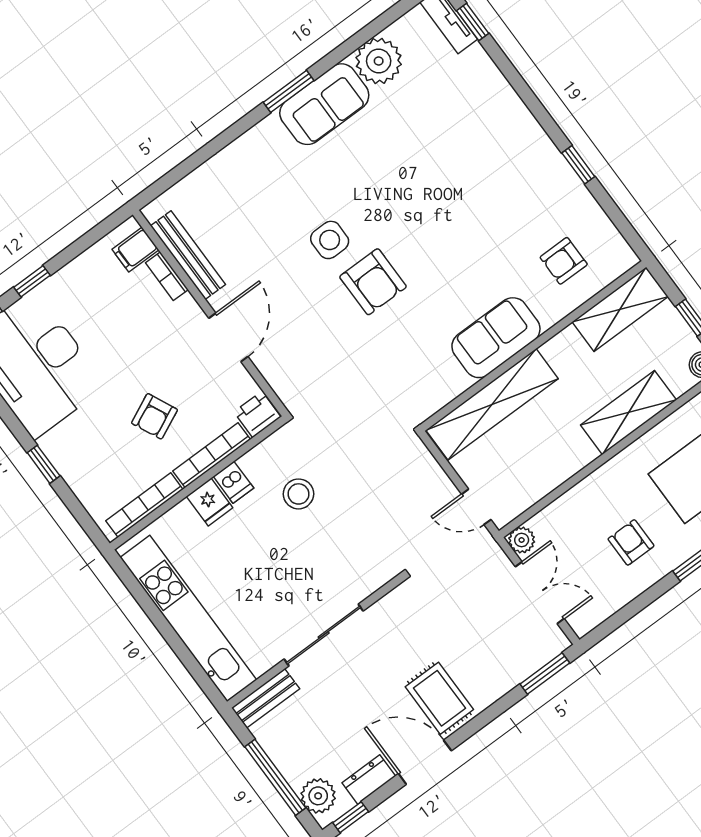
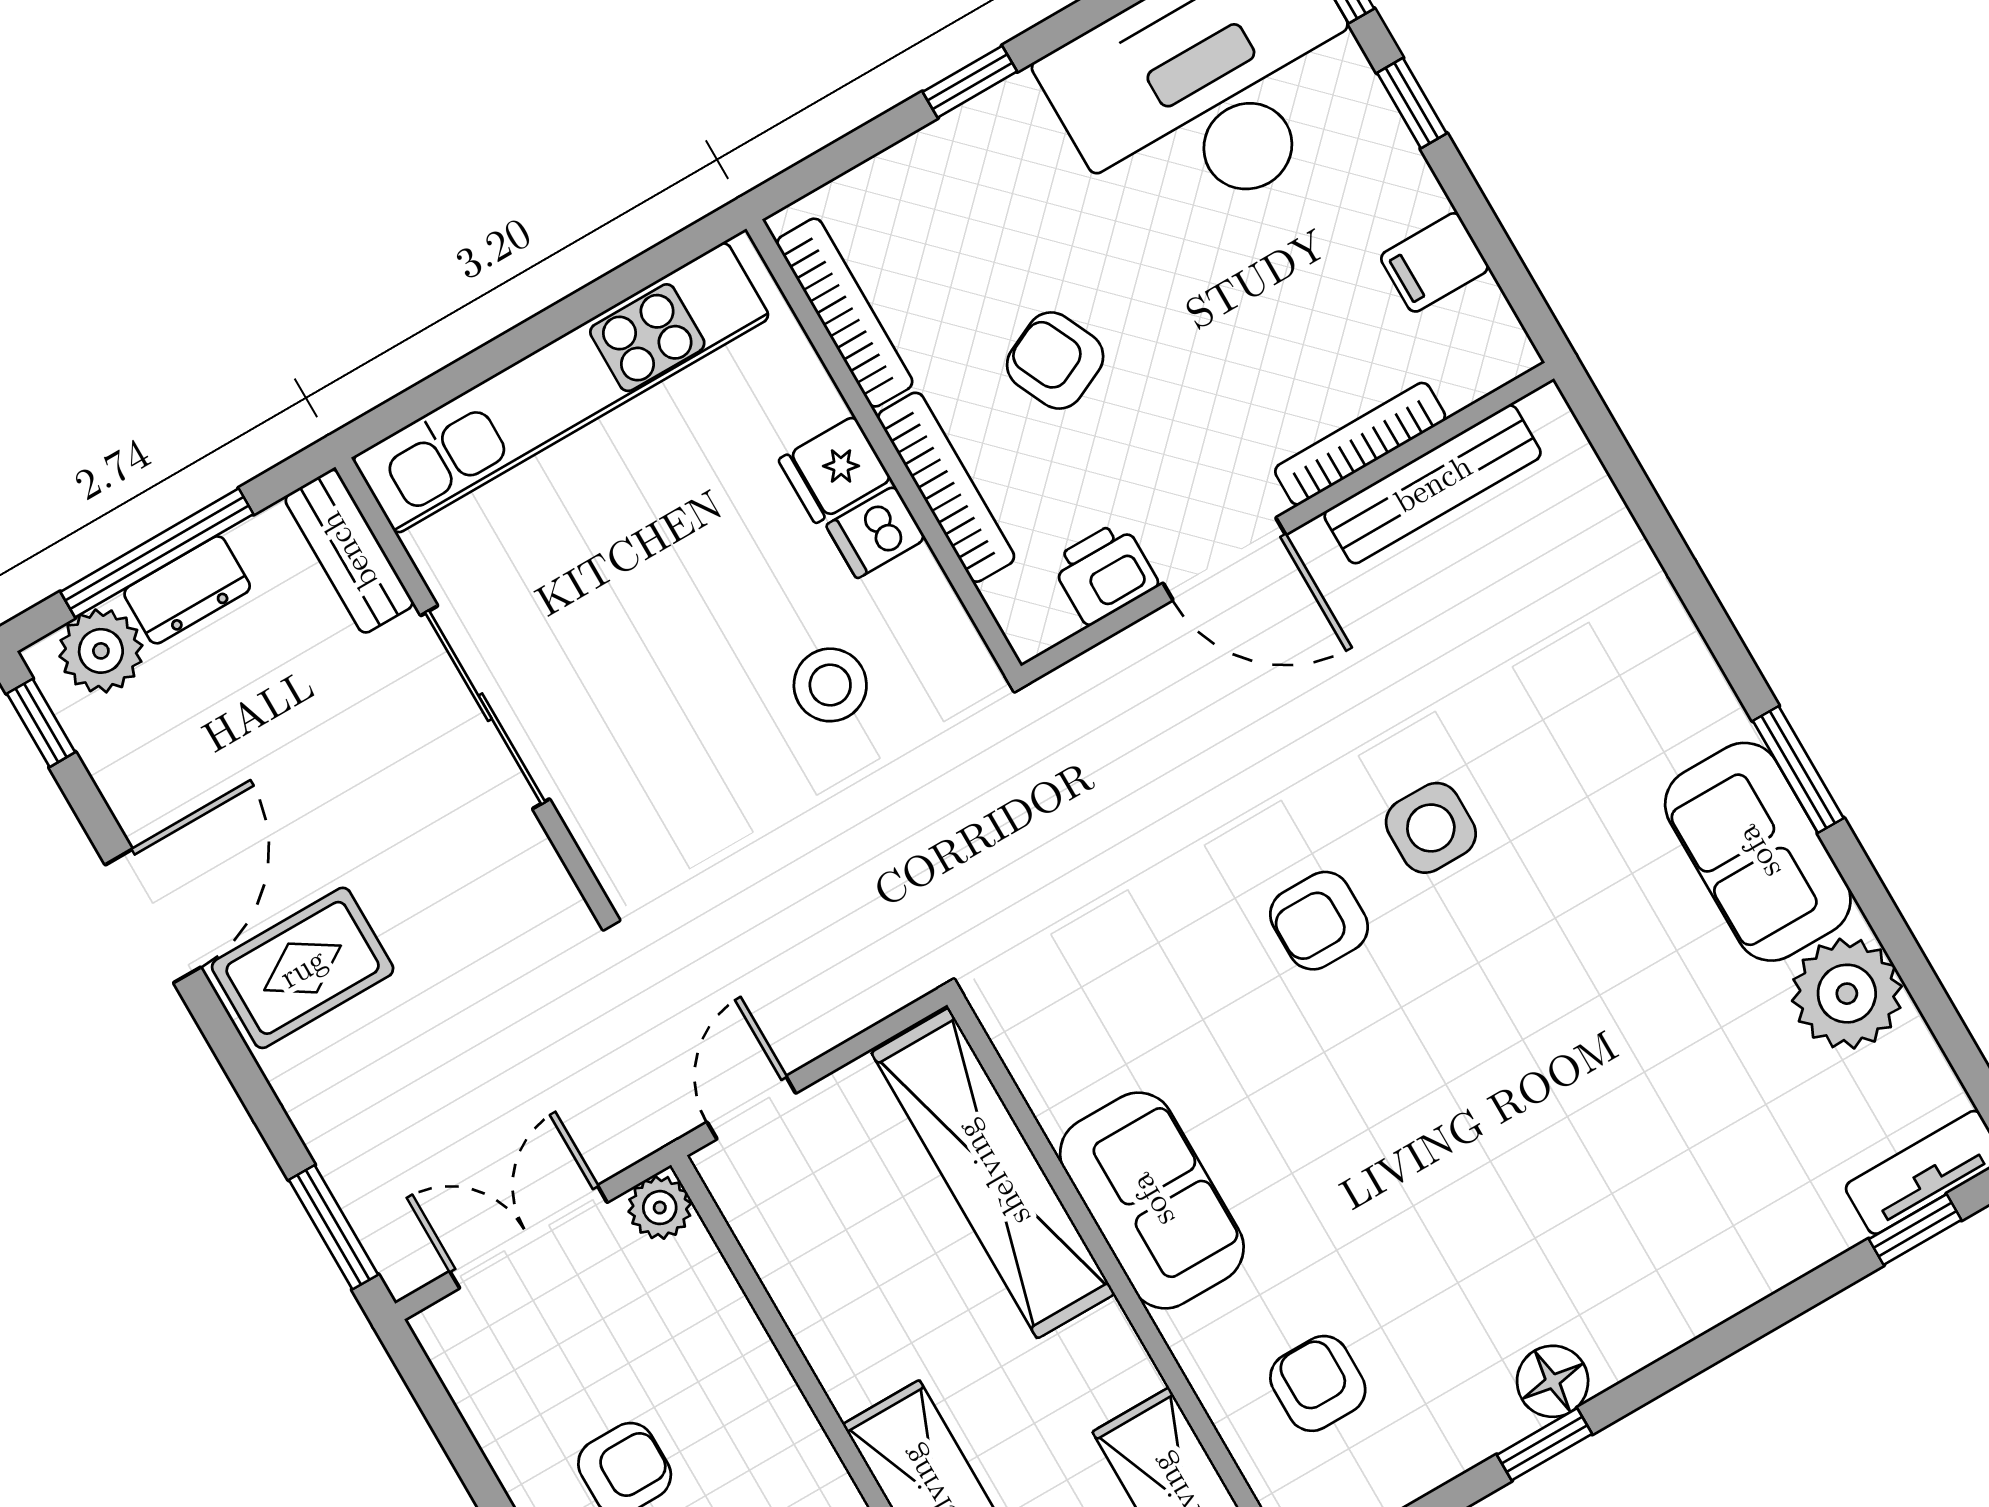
floor lamp: (552, 164) -> (1553, 1381), added
filing cabinet: (135, 250) -> (1435, 262), moved, turned -90
bookcase: (167, 276) -> (1360, 444), width x1.56
armchair: (373, 282) -> (1319, 921), width x0.72, depth x0.72
printer: (257, 414) -> (1105, 573), moved, turned -90
double door: (540, 593) -> (529, 1237), swing flipped
dresser: (369, 779) -> (187, 590), moved, turned 90

